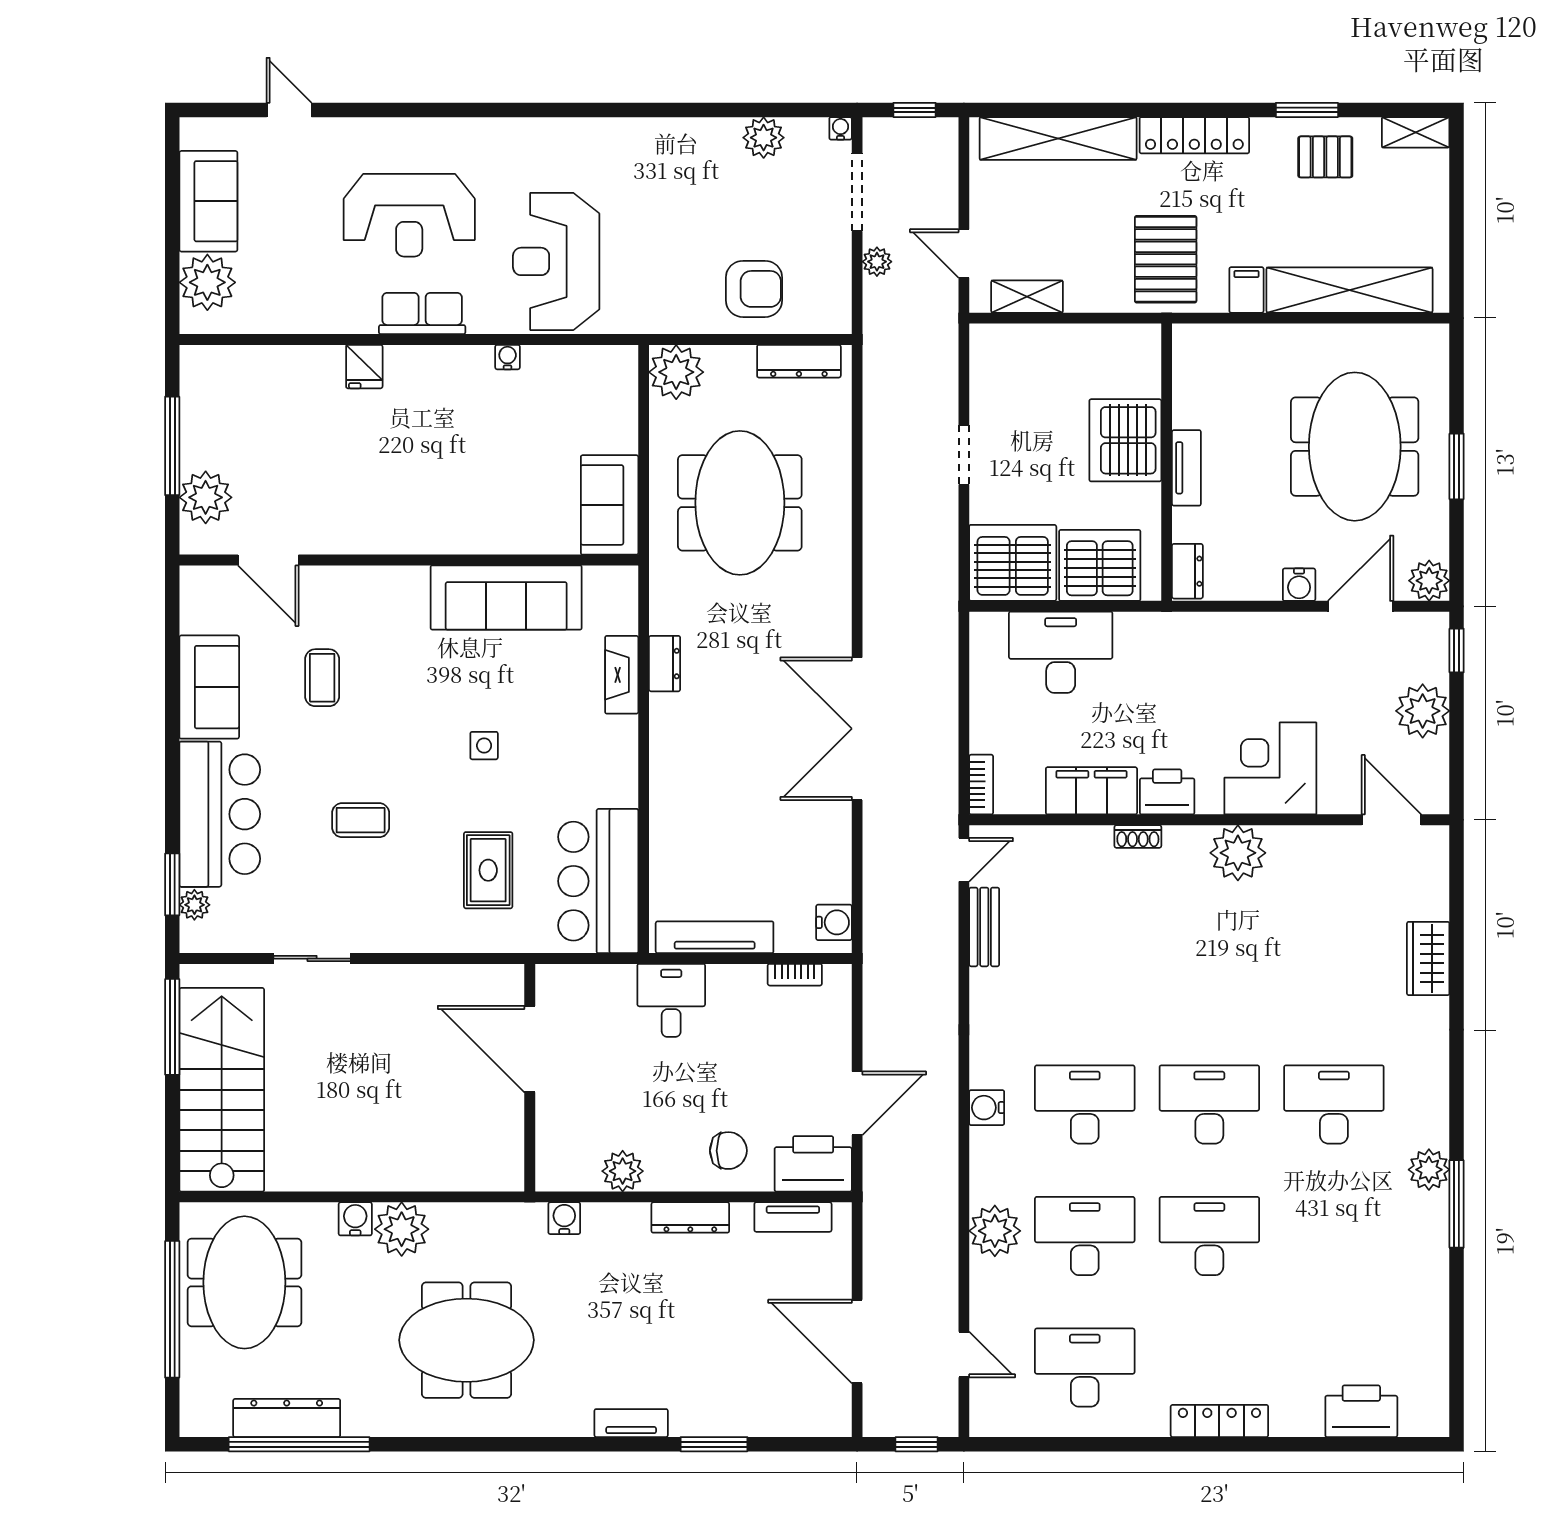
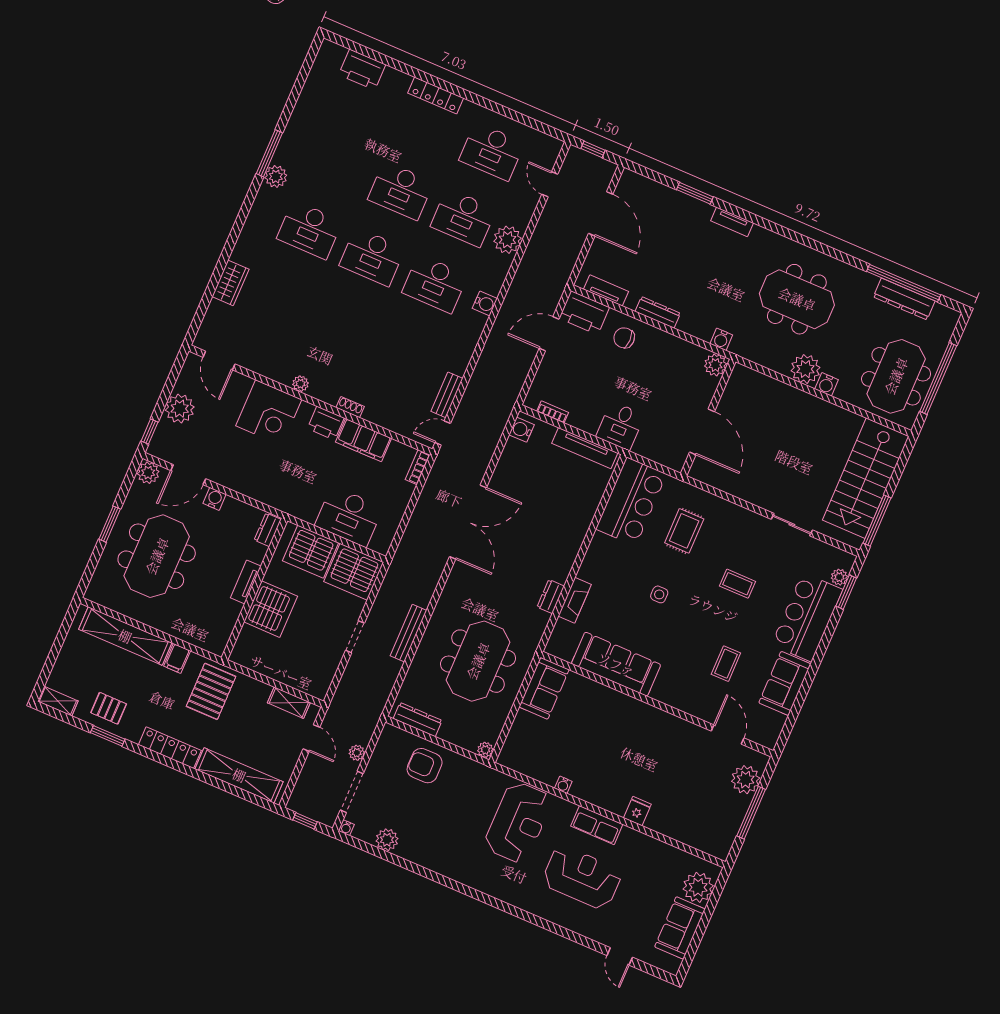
plant: (676, 372) -> (485, 750), width x0.53, depth x0.53
bench: (877, 500) -> (408, 633), added
plant: (1238, 853) -> (301, 384), width x0.53, depth x0.53
plant: (623, 1171) -> (715, 365), moved

